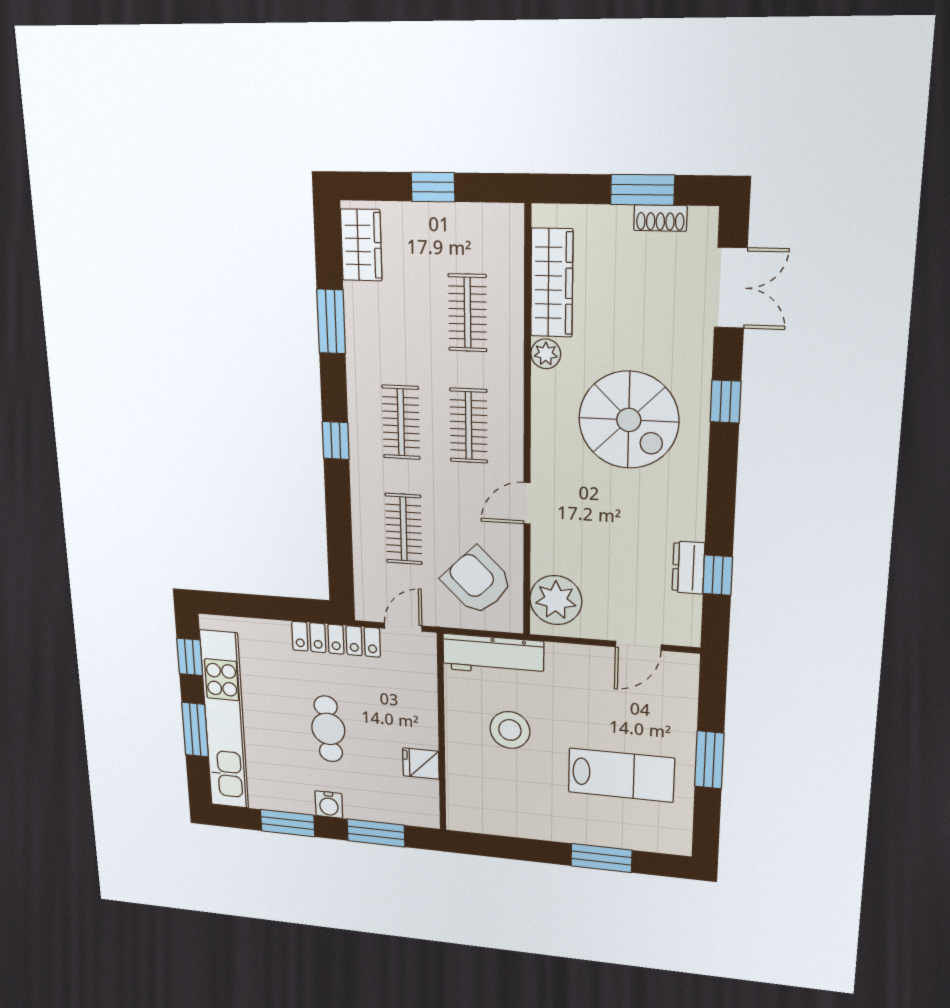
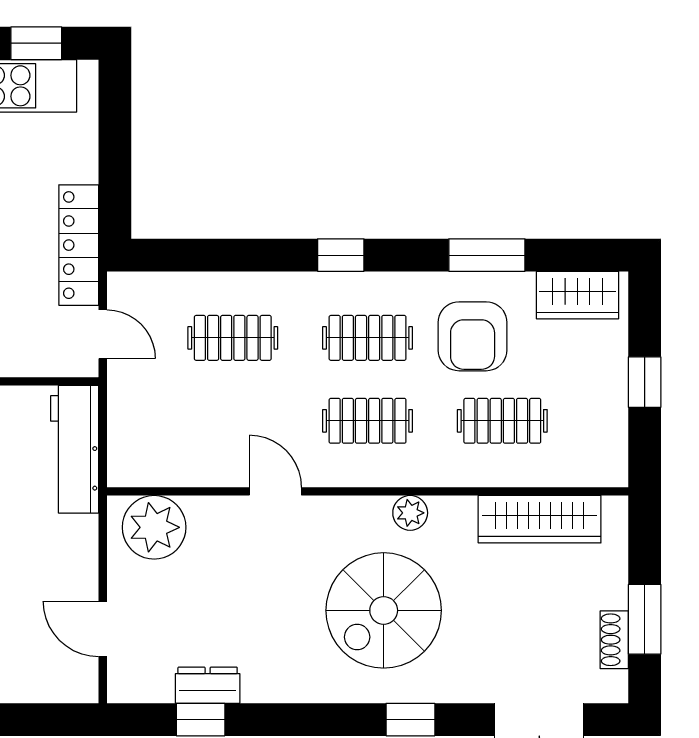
plant: (546, 354) -> (410, 513), moved
armchair: (477, 581) -> (473, 336), moved, turned 135

